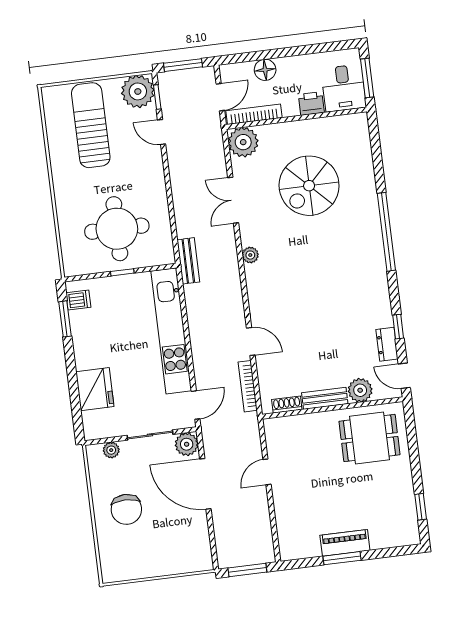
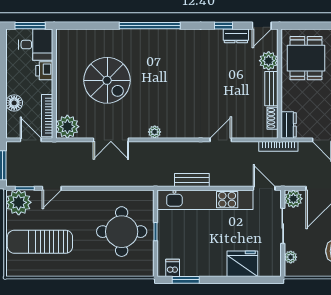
bench: (188, 261) -> (192, 180), moved
bookcase: (248, 386) -> (278, 146), moved
dresser: (281, 426) -> (289, 125), added

